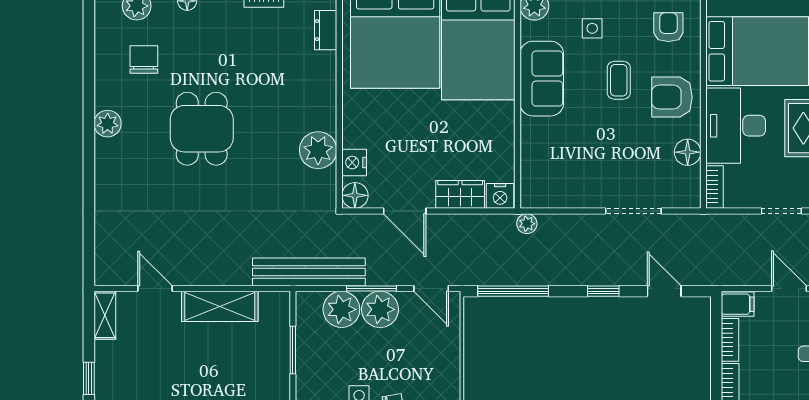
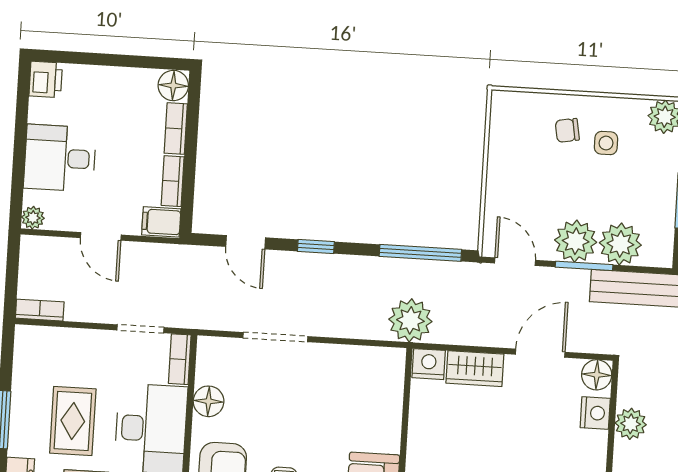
plant: (318, 150) -> (631, 424), width x0.73, depth x0.73
door: (405, 211) -> (540, 353), hinge flipped
doorway: (781, 211) -> (140, 329), moved
plant: (527, 224) -> (410, 320), width x1.88, depth x1.88

